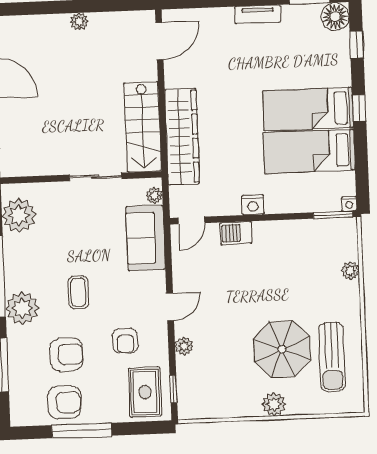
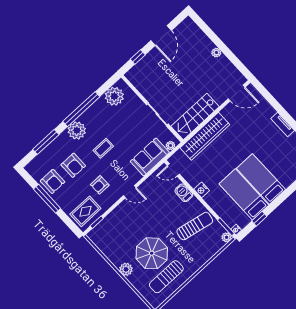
window: (359, 108) -> (259, 219), moved
sun lounger: (295, 257) -> (195, 226), added
plant: (350, 271) -> (227, 237), moved
plant: (184, 346) -> (118, 211), removed

